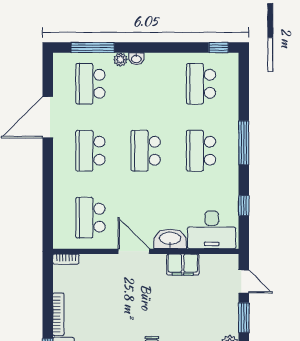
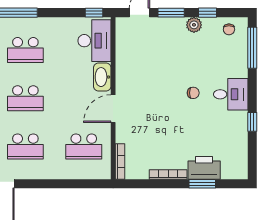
window: (244, 206) -> (94, 13), moved
bookcase: (66, 259) -> (120, 162), width x1.56
filing cabinet: (183, 265) -> (125, 66), removed

